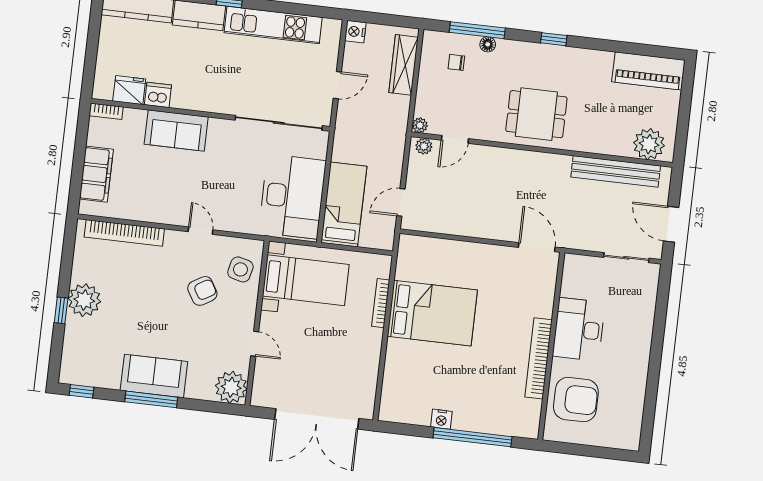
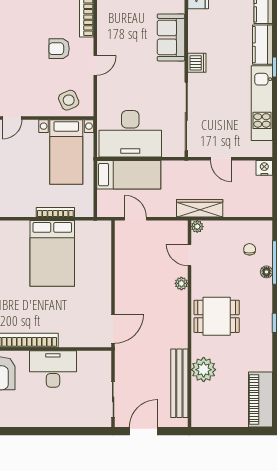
wardrobe: (404, 65) -> (200, 208), moved
dishwasher: (158, 95) -> (197, 63), moved
dining table: (536, 114) -> (217, 316), turned 90
plant: (649, 144) -> (204, 370), moved
plant: (424, 146) -> (181, 283), moved
side table: (240, 269) -> (69, 100), turned -38
armchair: (202, 291) -> (59, 49), moved, turned 121

